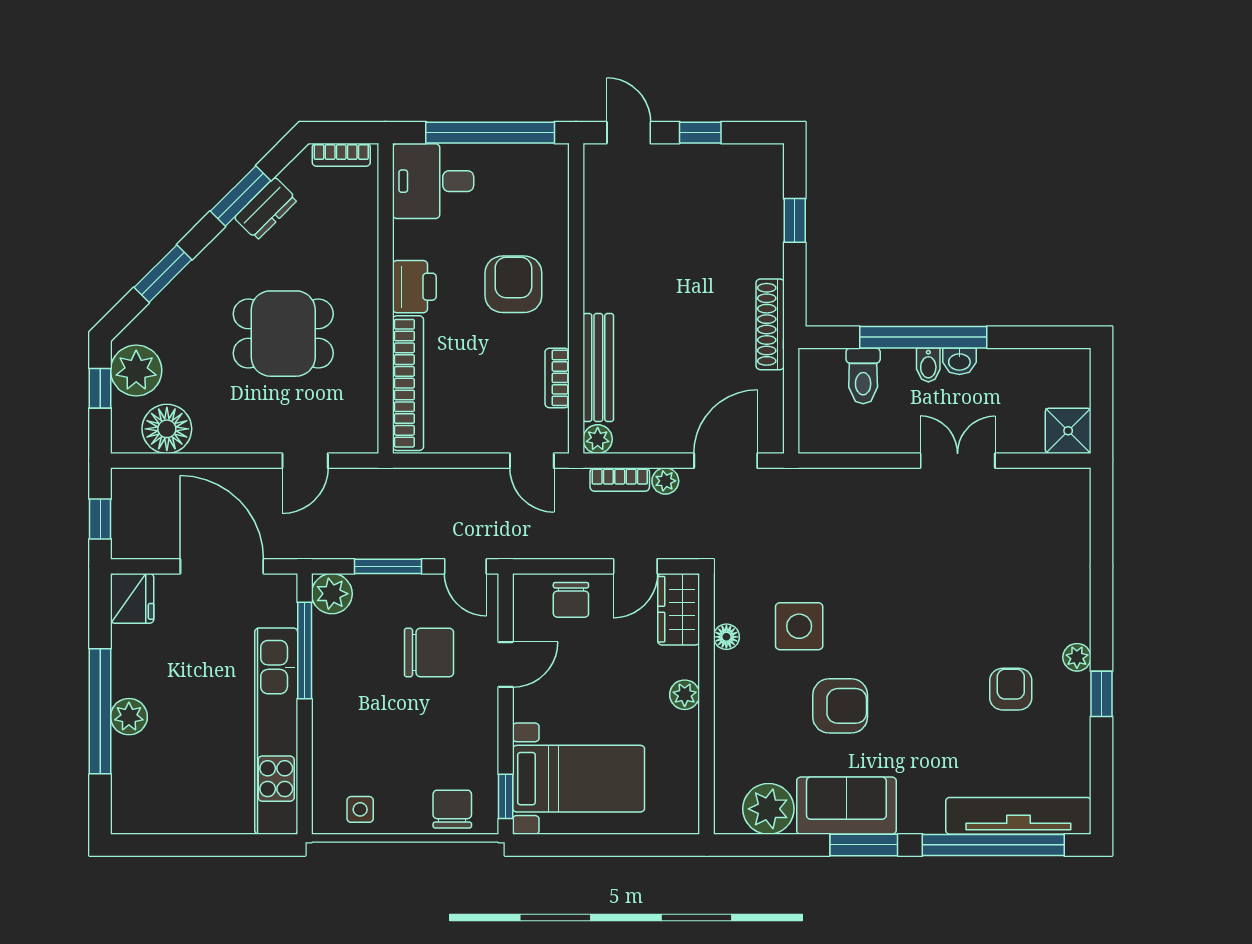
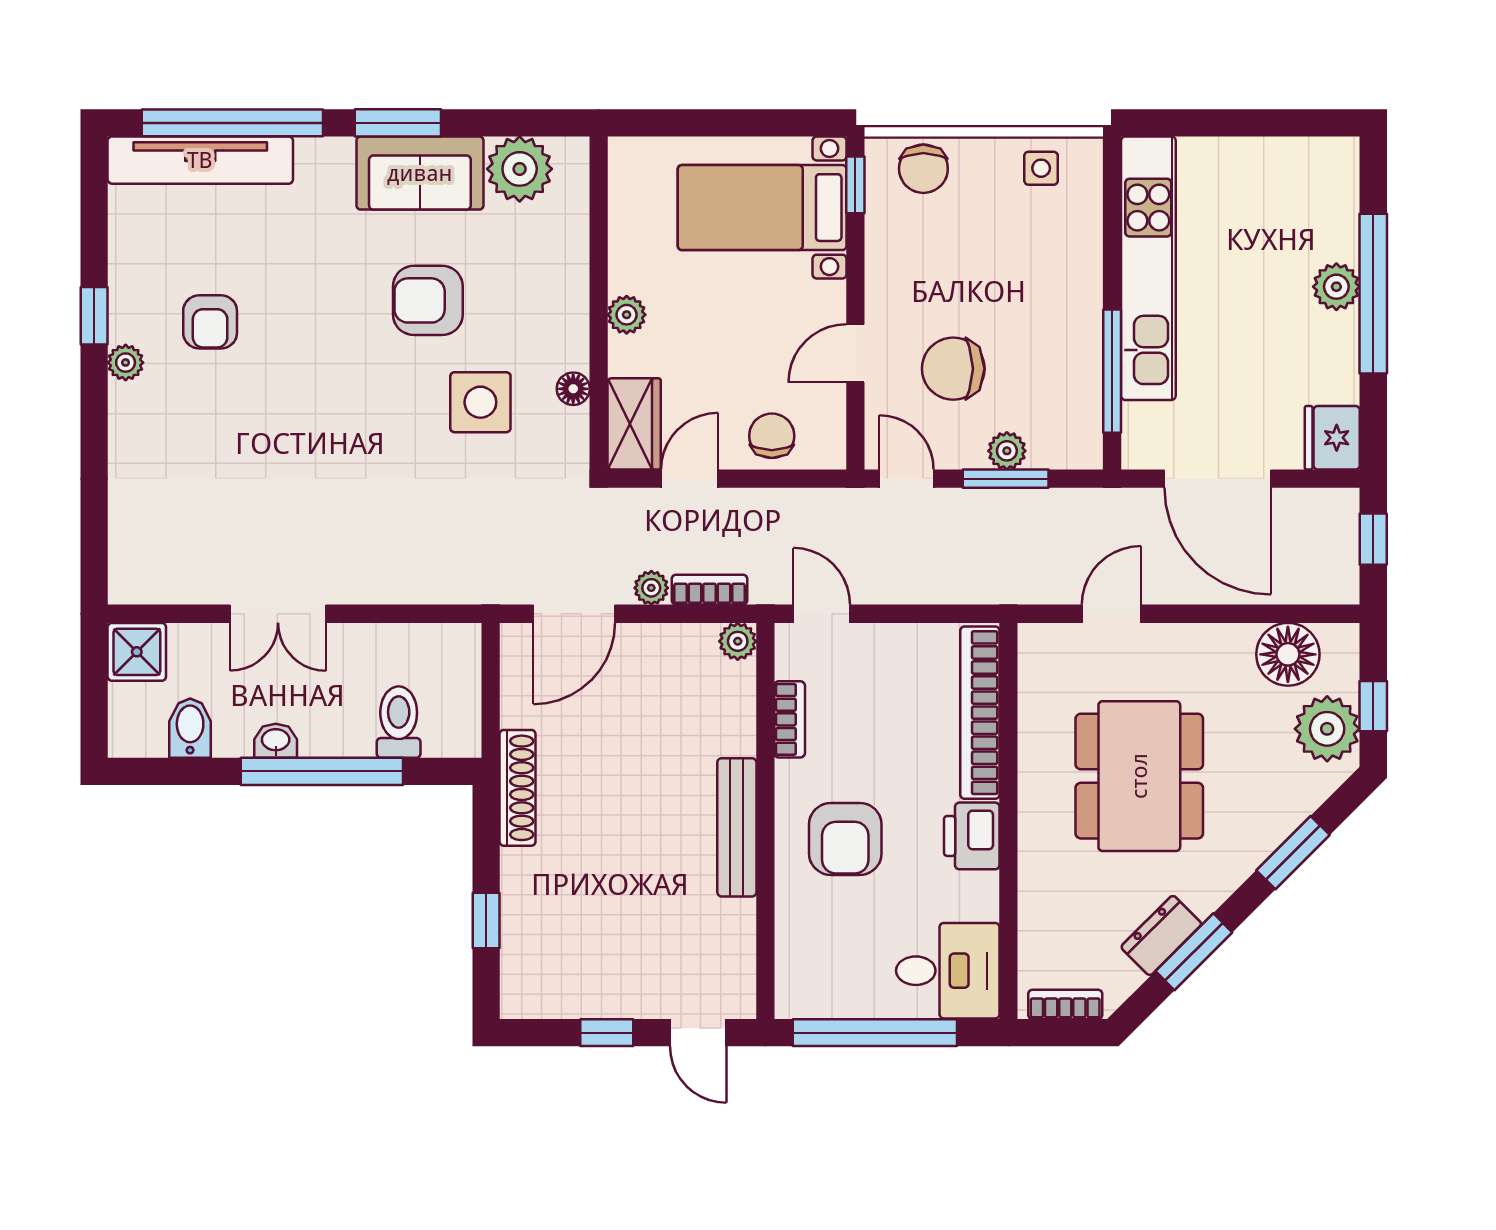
dining table: (283, 334) -> (1139, 776), width x1.38
bidet: (928, 365) -> (190, 728), moved, width x1.38, depth x1.36
bench: (598, 368) -> (737, 827), moved
plant: (332, 594) -> (1007, 451), moved, width x0.73, depth x0.73

